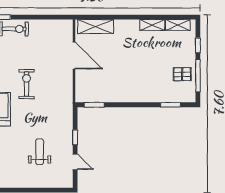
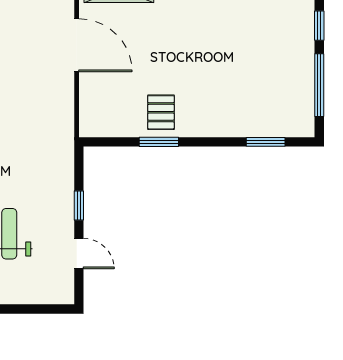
pallet: (182, 74) -> (161, 112), moved, turned 90
window: (94, 105) -> (159, 142), moved

